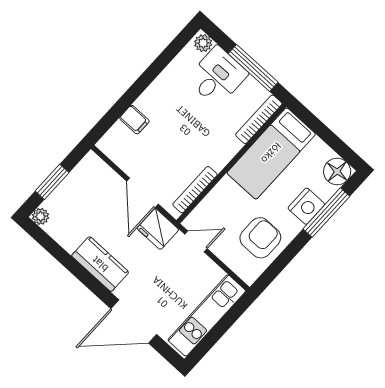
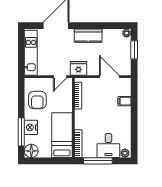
door: (142, 193) -> (109, 77), moved

